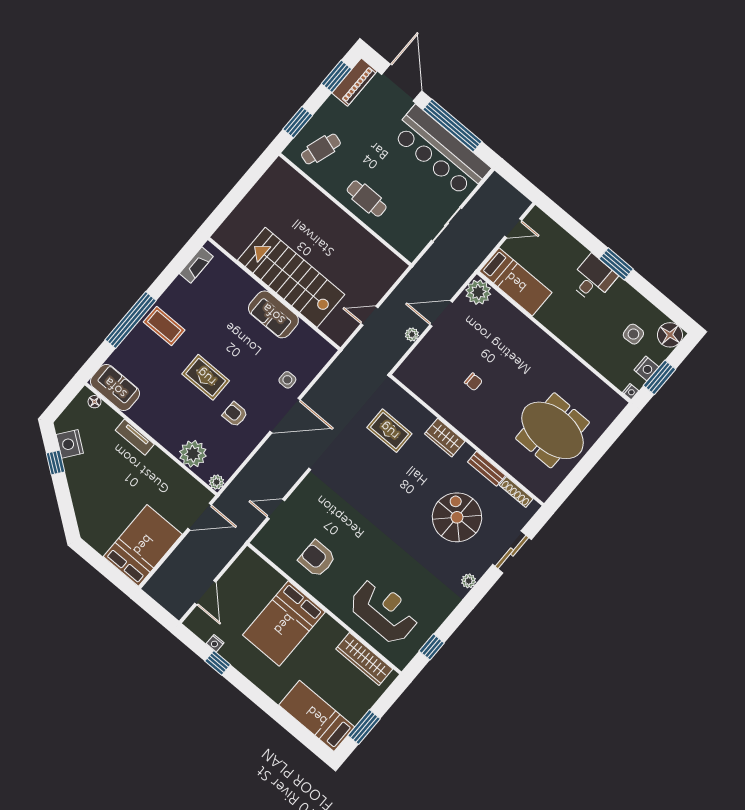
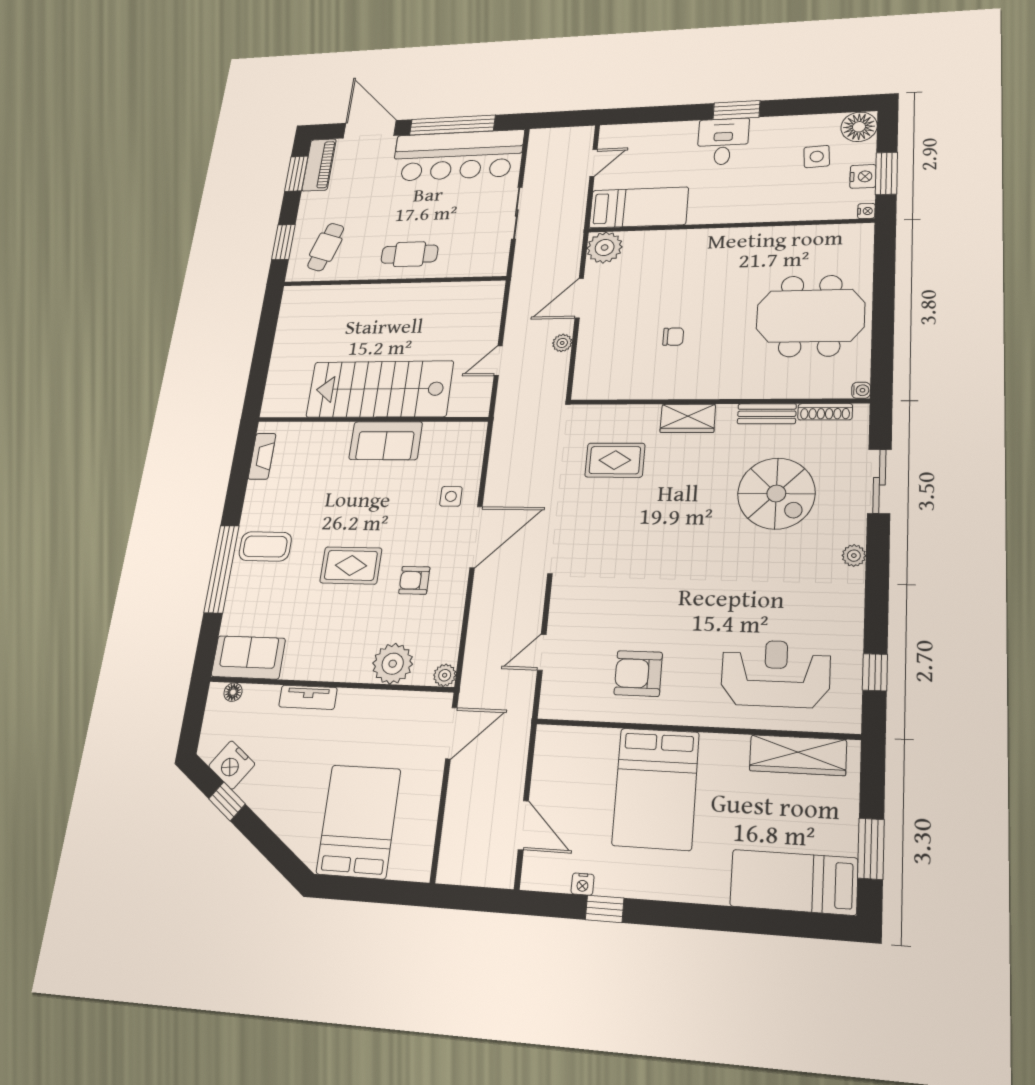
water cooler: (543, 495) -> (861, 390), added
spiral stairs: (457, 517) -> (776, 493), turned 180
bed: (143, 545) -> (359, 821), moved

